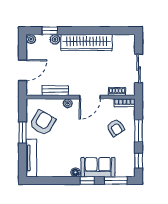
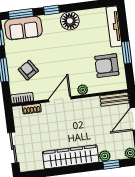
sliding door: (139, 68) -> (13, 148), moved
bench: (55, 91) -> (114, 99), moved
armchair: (42, 123) -> (107, 66), turned 60
sofa: (98, 167) -> (23, 28), moved
floor lamp: (75, 172) -> (70, 21), width x1.89, depth x1.89

